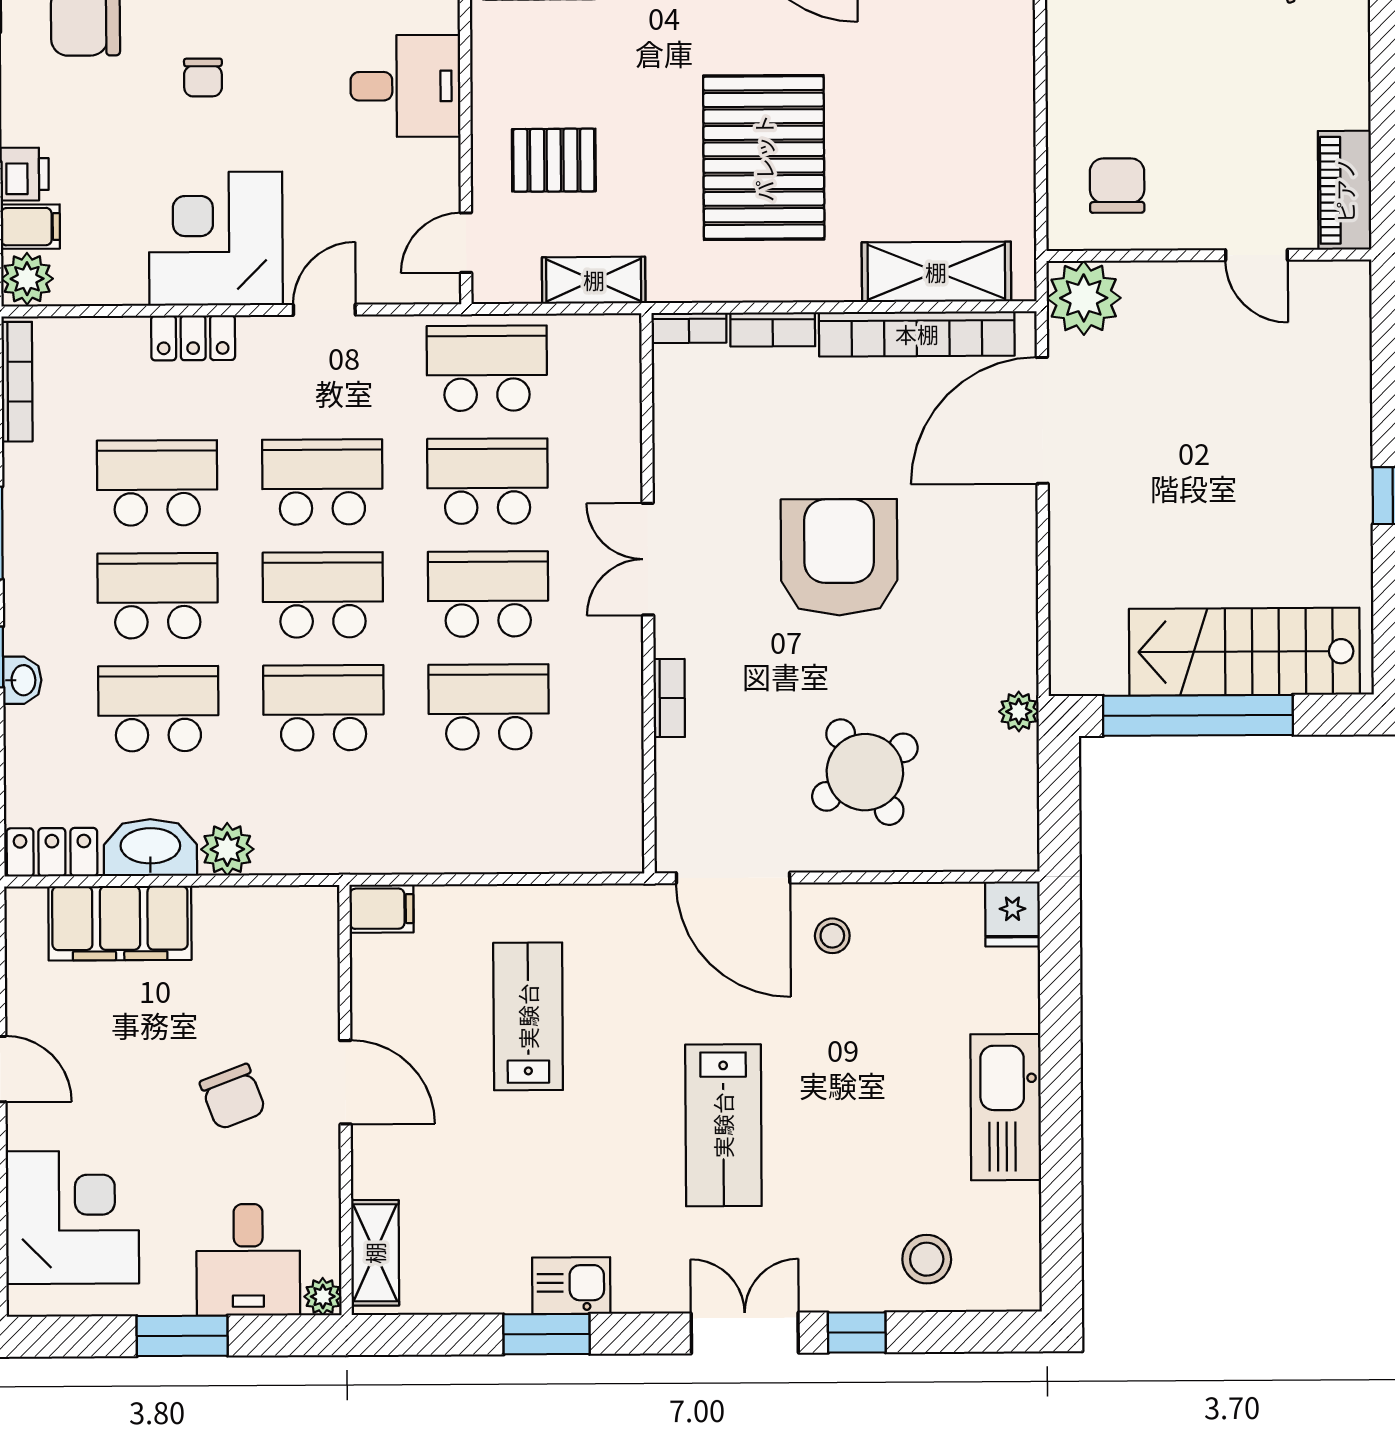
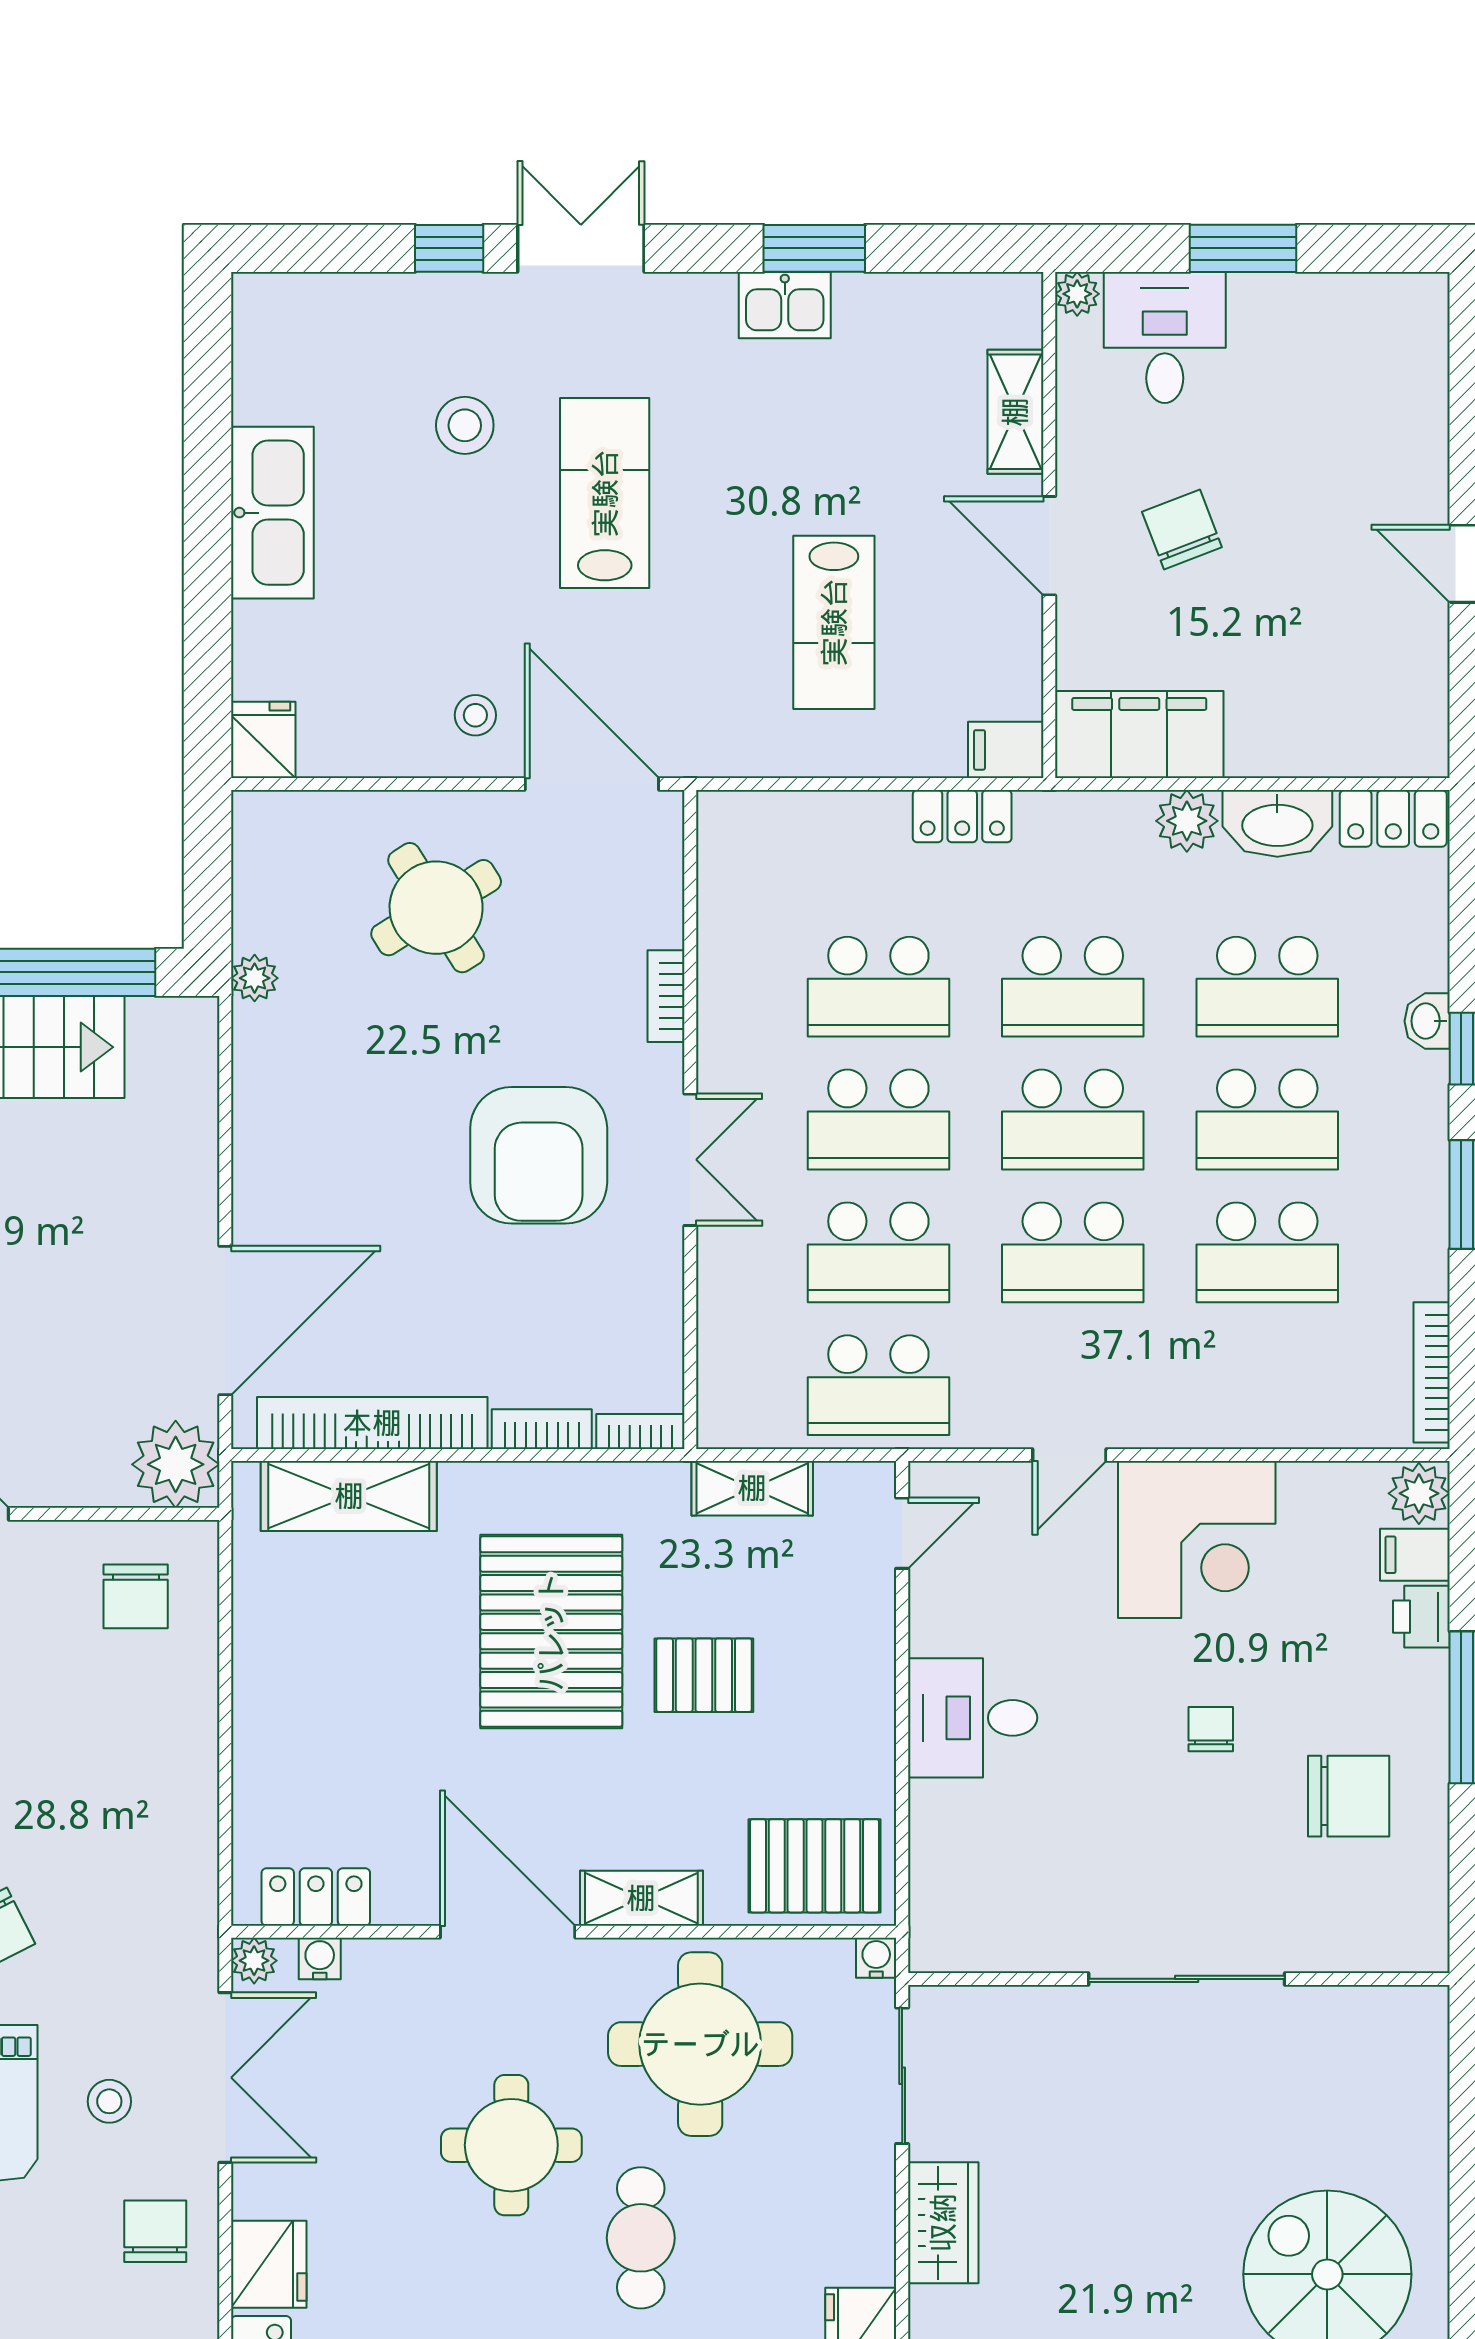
pallet: (554, 160) -> (704, 1675), moved
locker: (193, 338) -> (962, 816), moved, turned 180
armchair: (839, 557) -> (539, 1155), moved
filing cabinet: (120, 923) -> (1139, 734), moved
corner desk: (72, 1217) -> (1371, 389), removed
shelving: (375, 1253) -> (1015, 412), moved
stool: (927, 1259) -> (465, 425), moved
double door: (745, 1333) -> (581, 248), swing flipped

